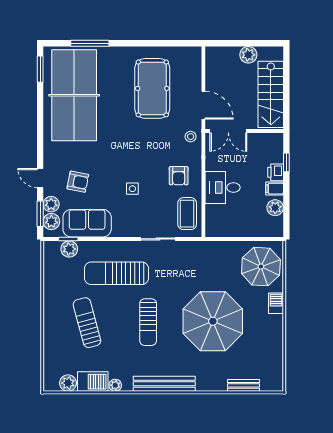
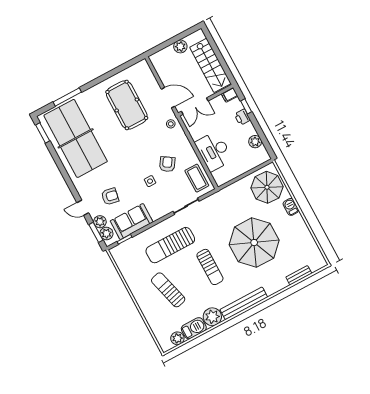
armchair: (179, 176) -> (167, 164), moved, turned -146
desk: (223, 187) -> (214, 151), width x1.37
filing cabinet: (275, 189) -> (230, 95), moved
plant: (69, 249) -> (129, 246), removed
plant: (115, 385) -> (212, 317), width x1.88, depth x1.88

